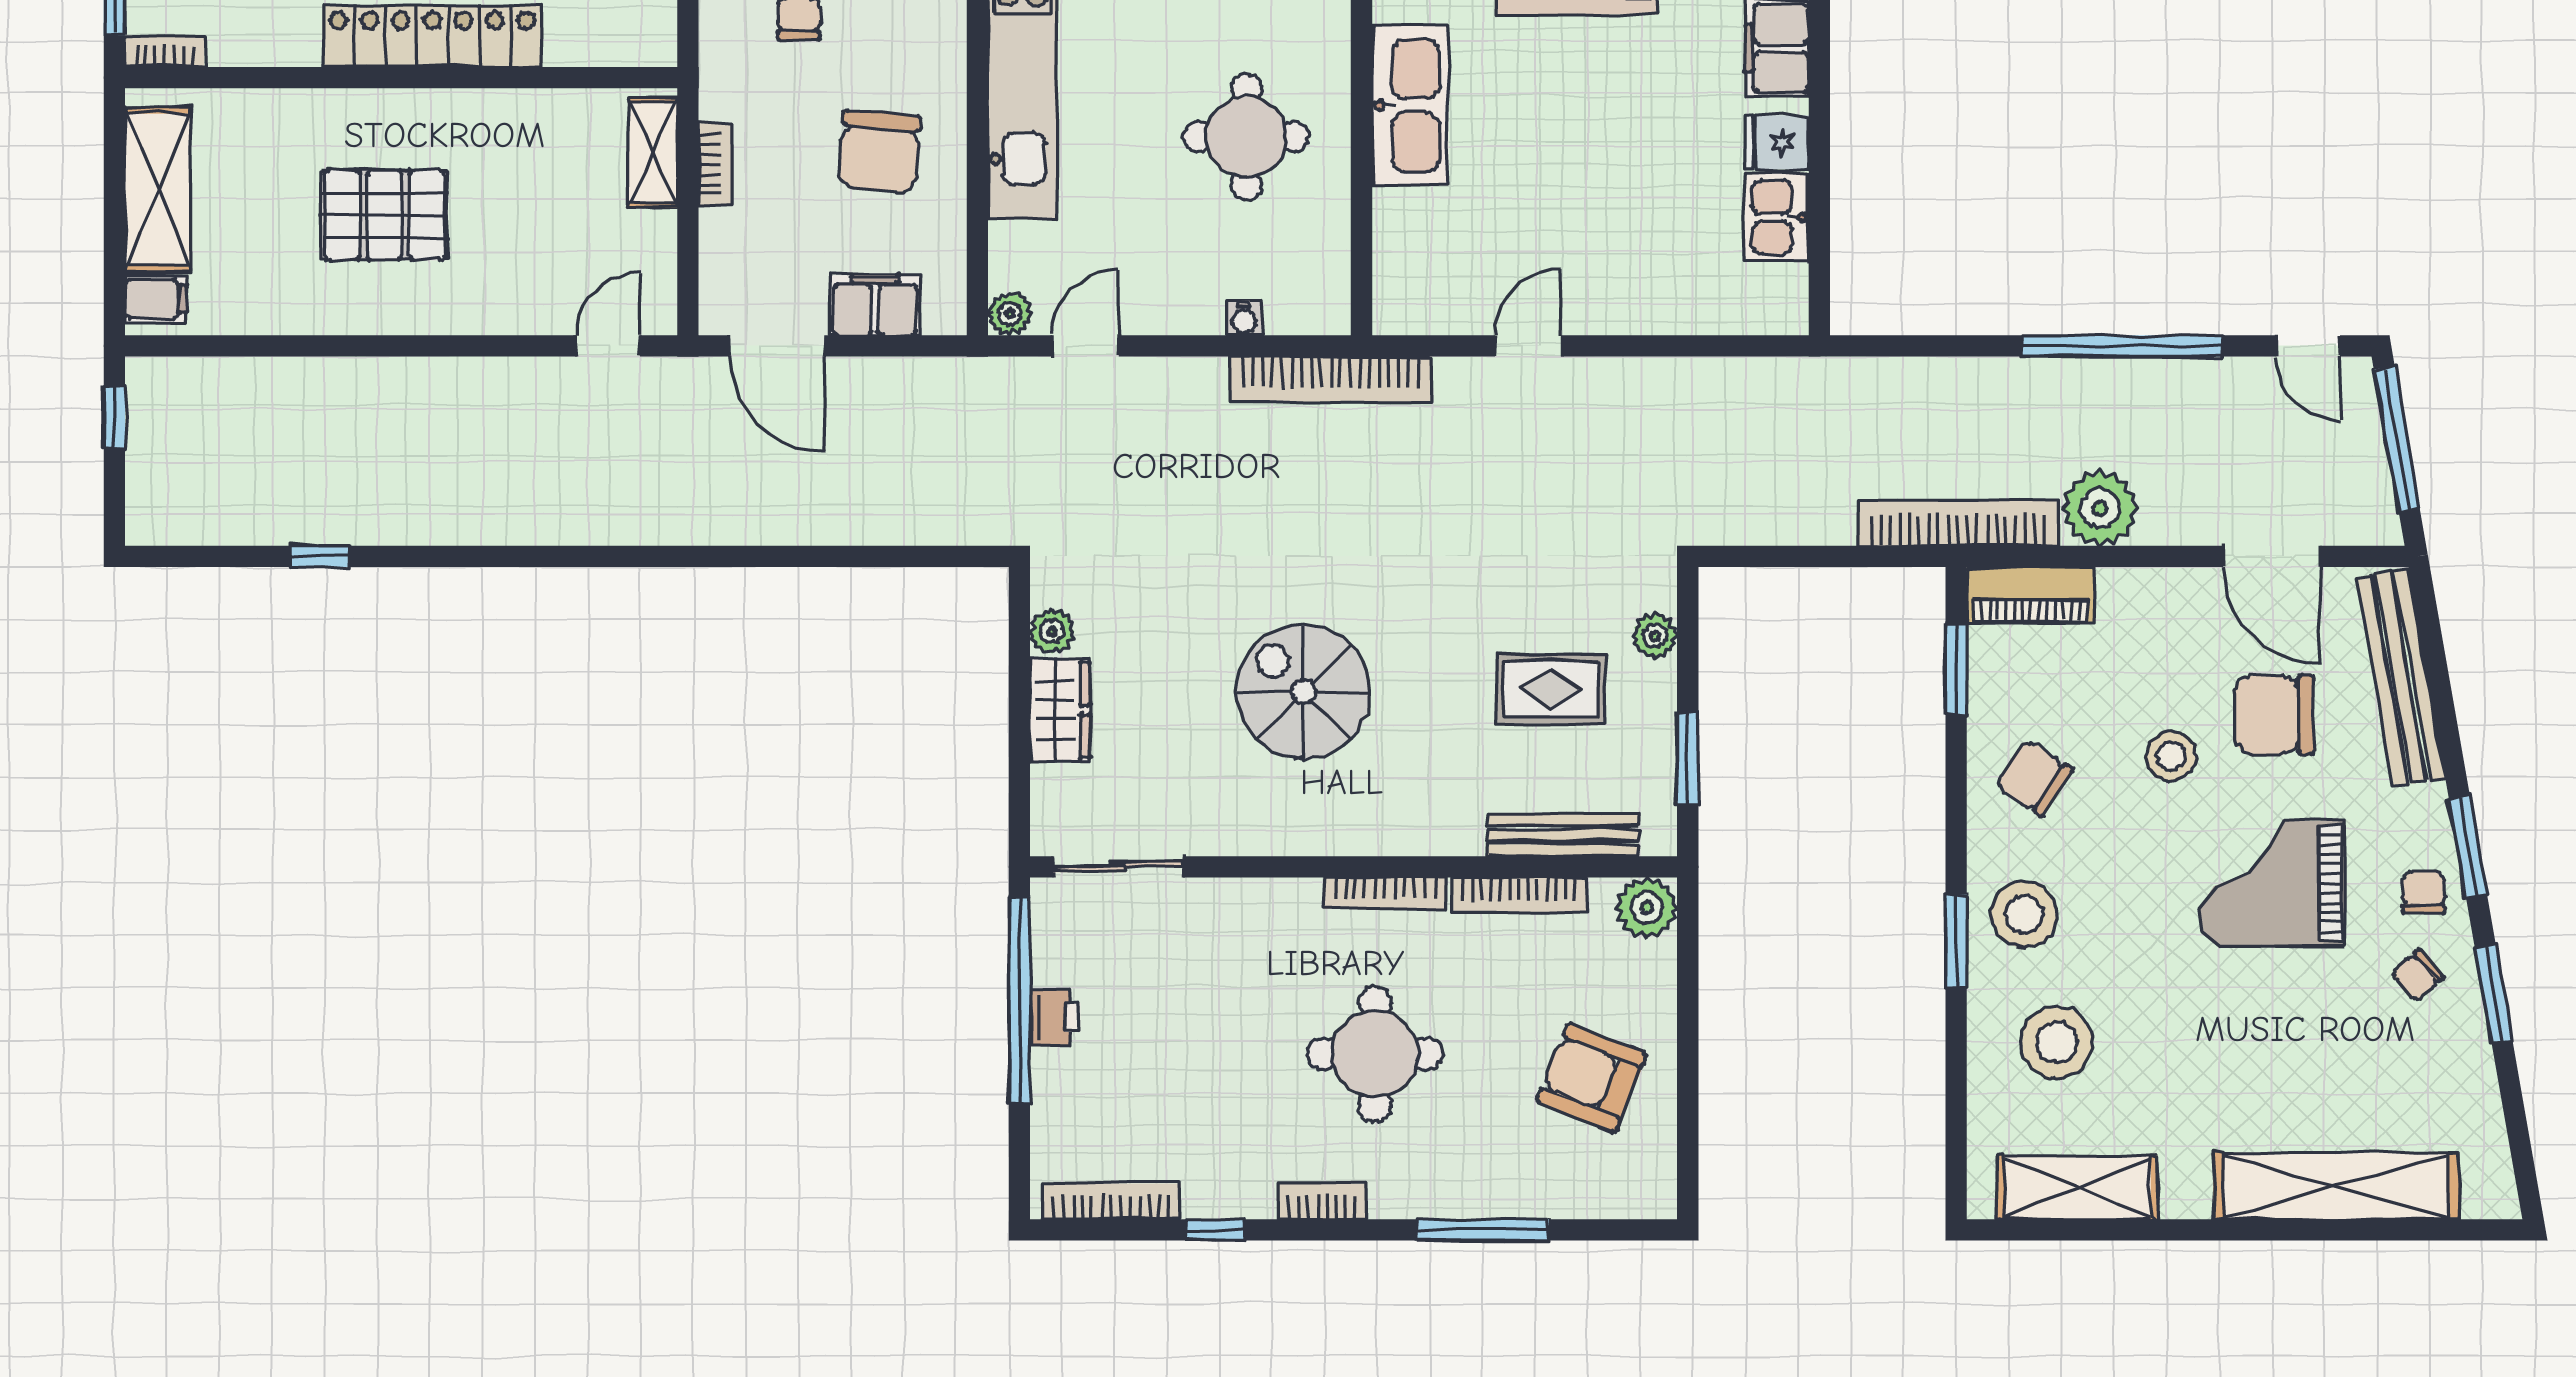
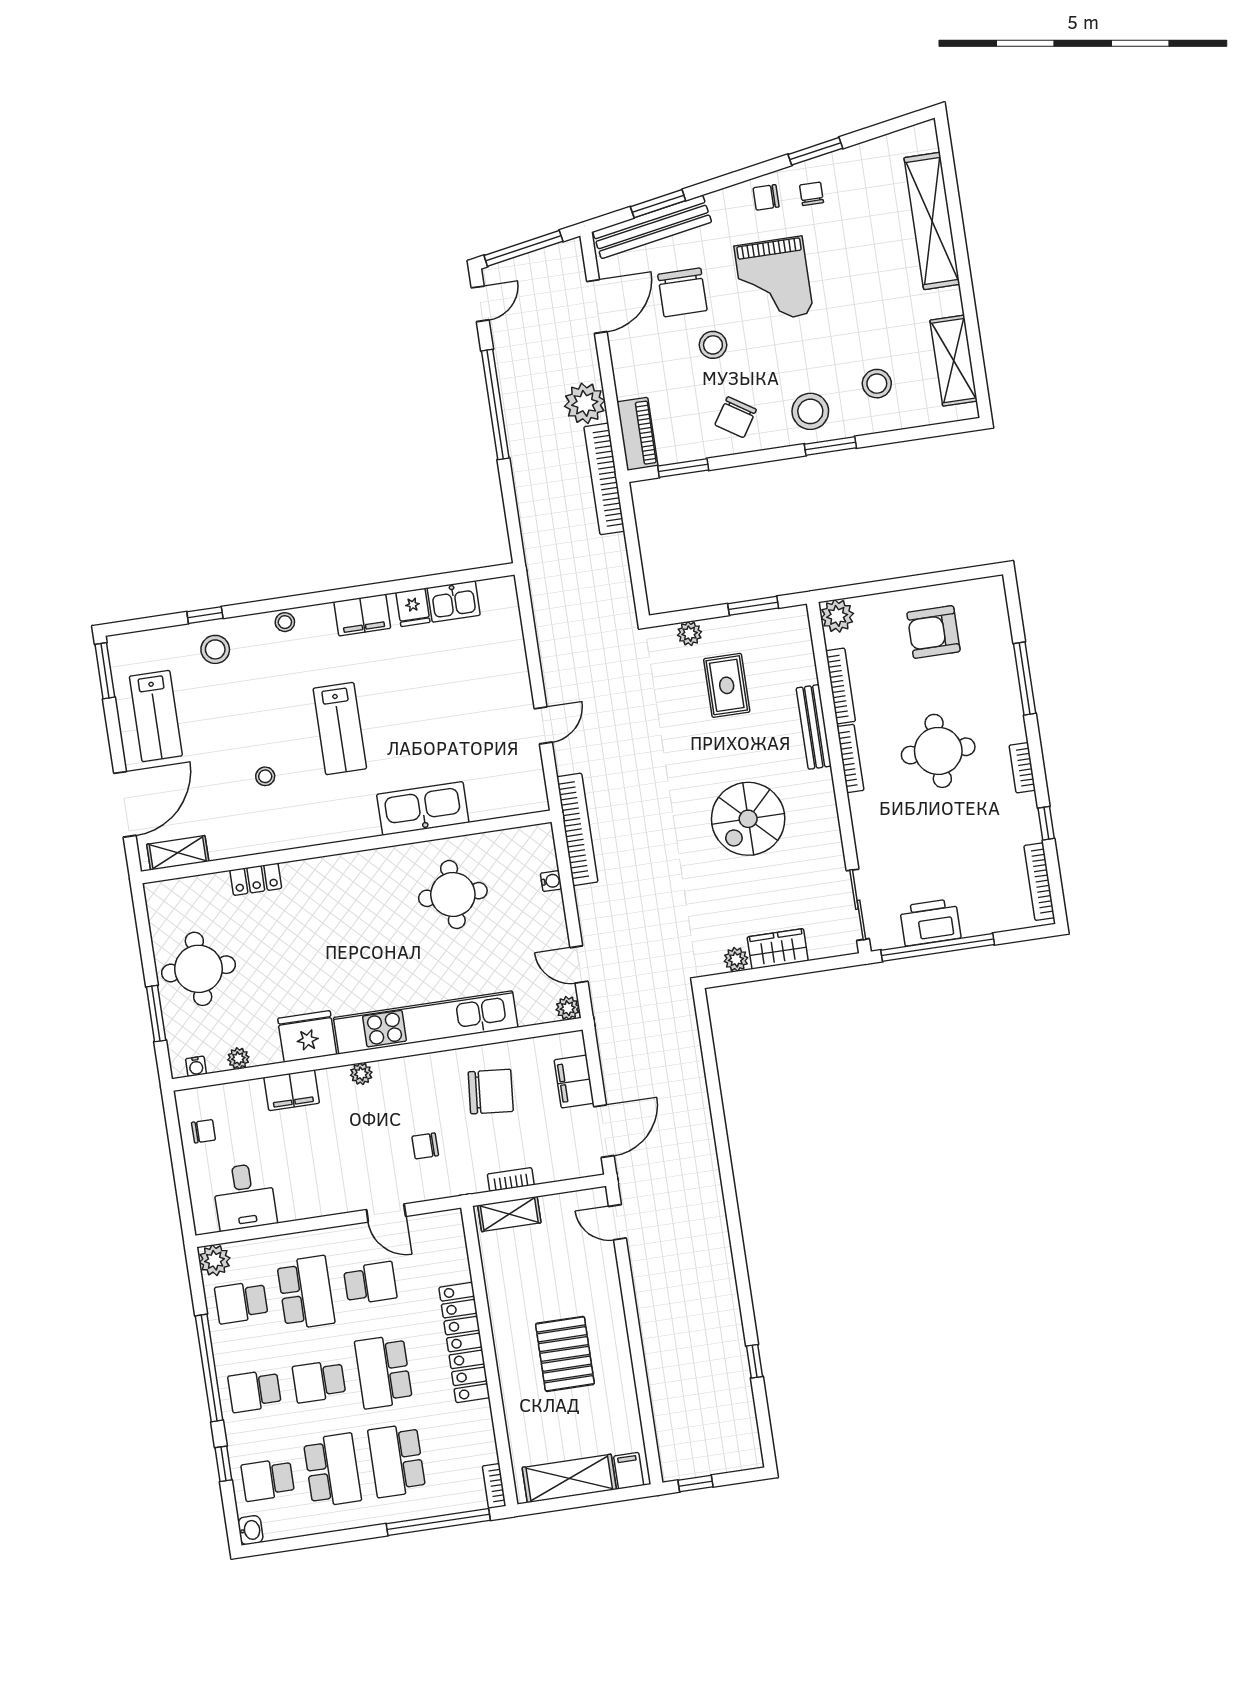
door: (1528, 346) -> (543, 725), swing flipped
bench: (1563, 835) -> (814, 727), moved
window: (2468, 847) -> (658, 204), moved
chair: (2418, 975) -> (812, 194), turned -139
printer: (1055, 1017) -> (930, 922), width x1.87, depth x1.48
stool: (2057, 1042) -> (877, 384), width x0.73, depth x0.73
armchair: (1592, 1078) -> (933, 632), turned 68

